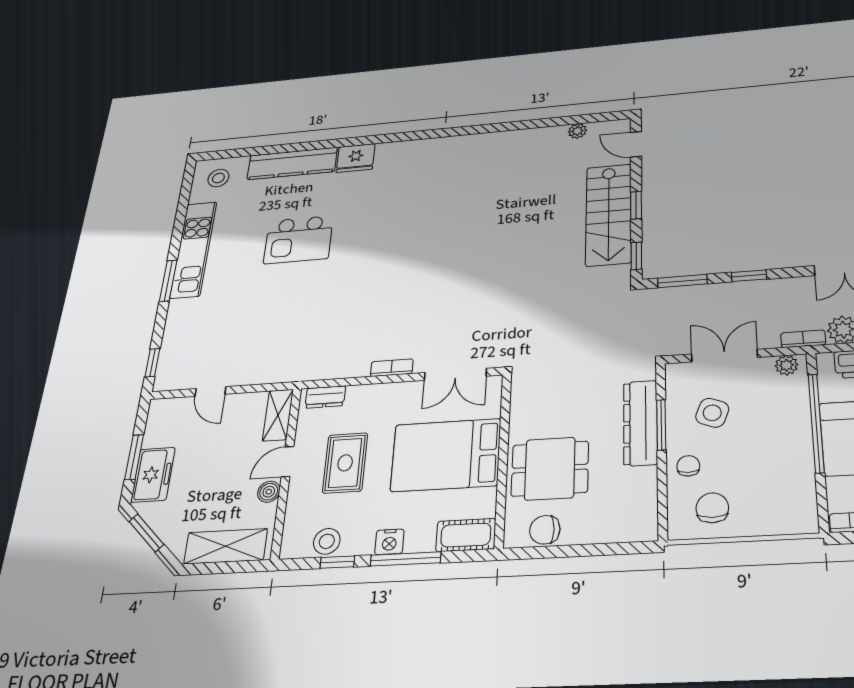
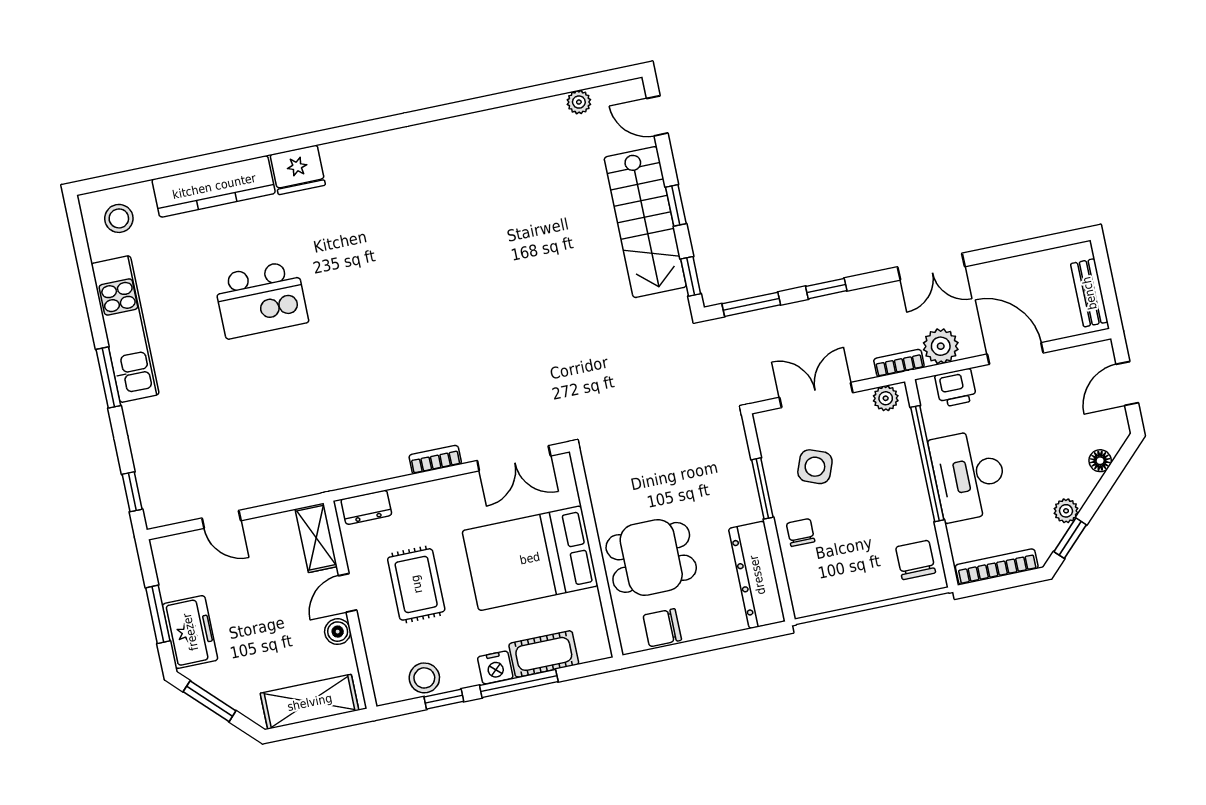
dresser: (640, 423) -> (757, 575), moved
chair: (712, 508) -> (916, 560), moved
cot: (466, 535) -> (544, 654), moved

